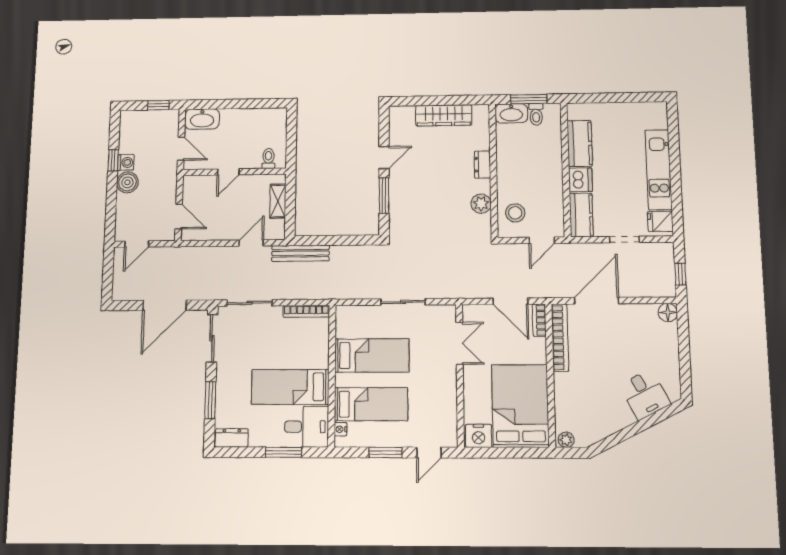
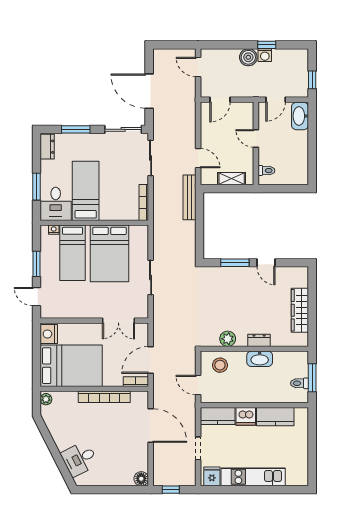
washbasin: (511, 113) -> (260, 359), moved, turned -90
bookcase: (560, 338) -> (104, 397), moved
bed: (372, 355) -> (109, 253), width x1.50

